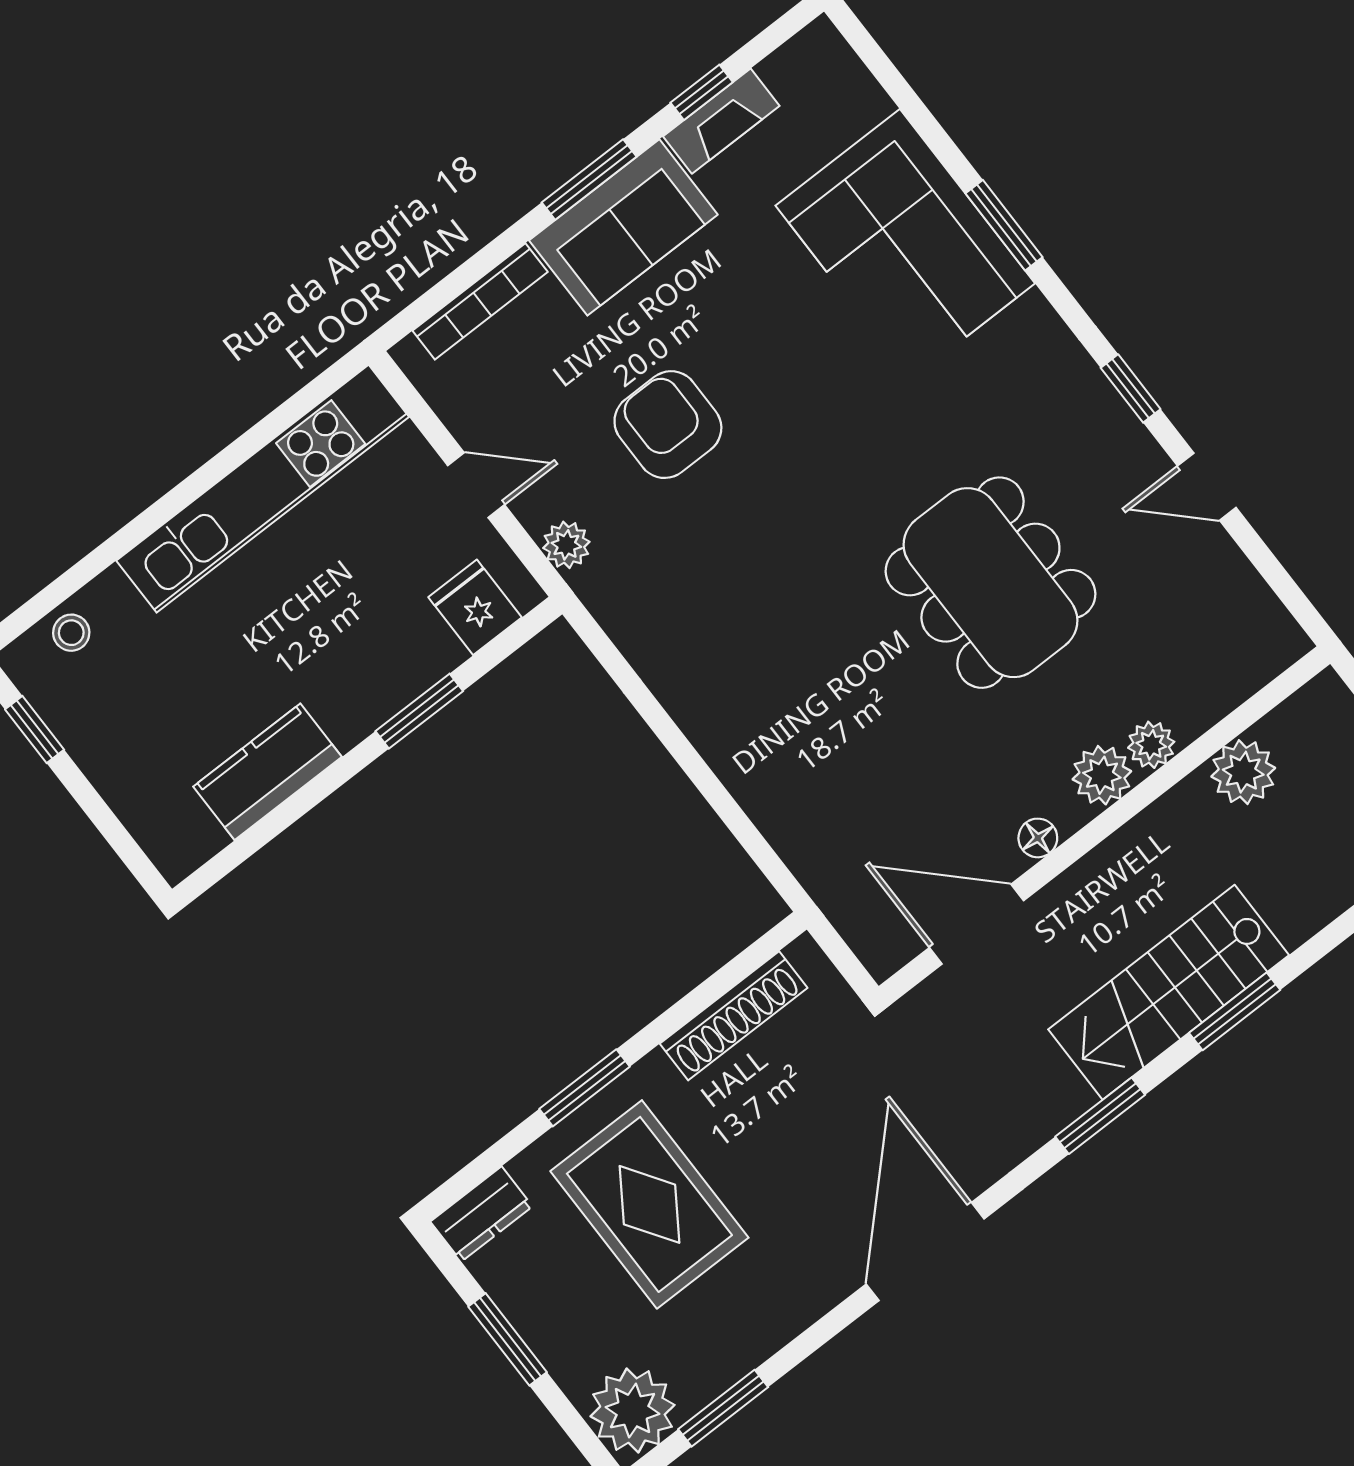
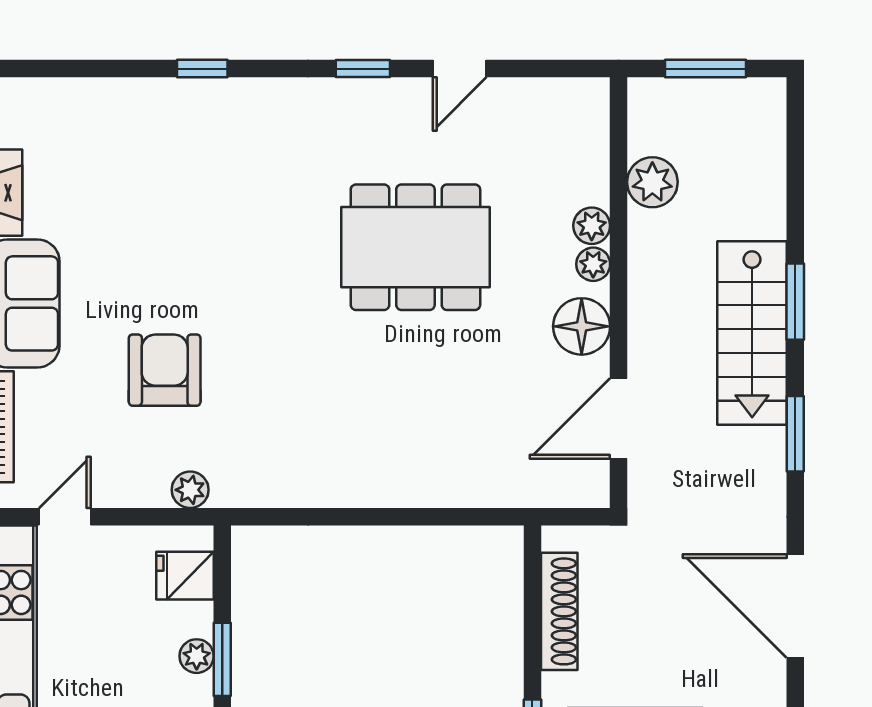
window: (1004, 225) -> (202, 69), width x0.67
corner sofa: (905, 244) -> (167, 138), removed
armchair: (668, 425) -> (165, 370), turned 90
door: (476, 485) -> (65, 517), moved
plant: (402, 683) -> (197, 656), added
plant: (1102, 775) -> (593, 264), width x0.73, depth x0.73
floor lamp: (1038, 838) -> (582, 326), width x1.89, depth x1.89

